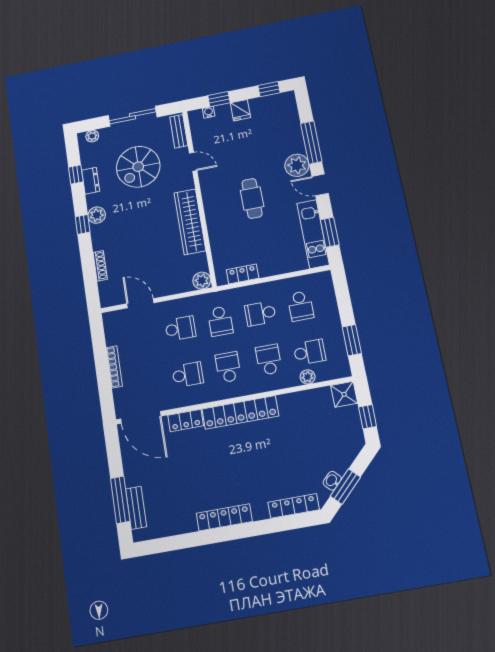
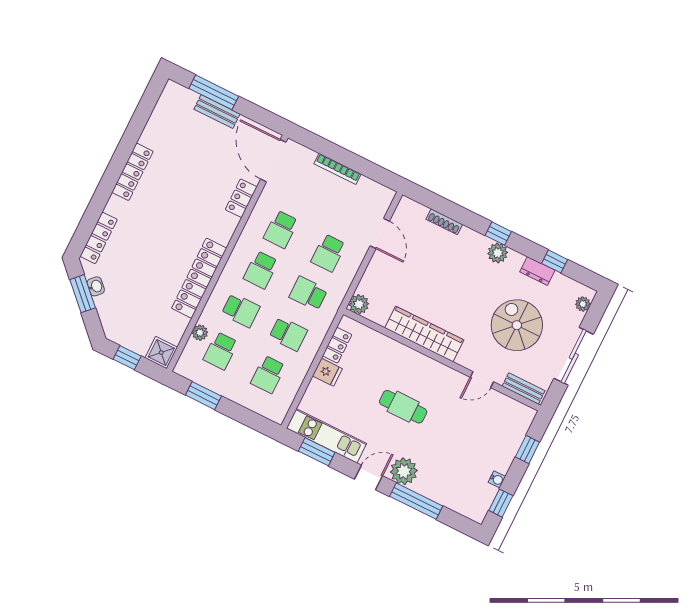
fridge: (240, 110) -> (327, 372), moved, turned 180
water cooler: (209, 112) -> (497, 479), moved
door: (140, 303) -> (380, 234), hinge flipped
school desk: (301, 306) -> (268, 374), turned -90
school desk: (260, 314) -> (288, 334), turned 90
school desk: (228, 367) -> (261, 270), turned 90
locker: (240, 412) -> (199, 278), moved
door: (141, 417) -> (273, 161), hinge flipped
bench: (136, 508) -> (217, 112), moved

